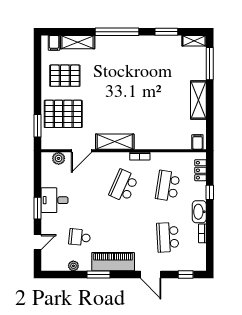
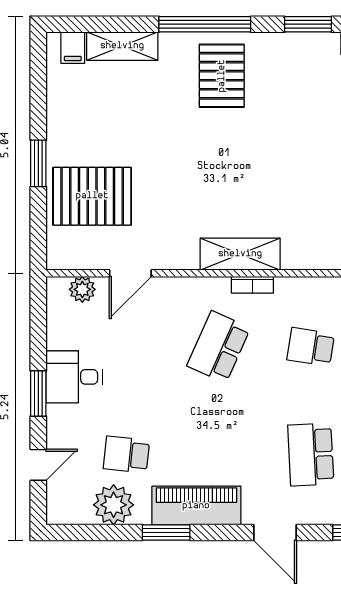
pallet: (65, 76) -> (222, 76), moved, turned 90
window: (38, 126) -> (38, 163), moved
shelving: (115, 142) -> (240, 254), moved
school desk: (168, 186) -> (311, 347), width x0.54
plant: (73, 266) -> (114, 505), width x1.88, depth x1.88

